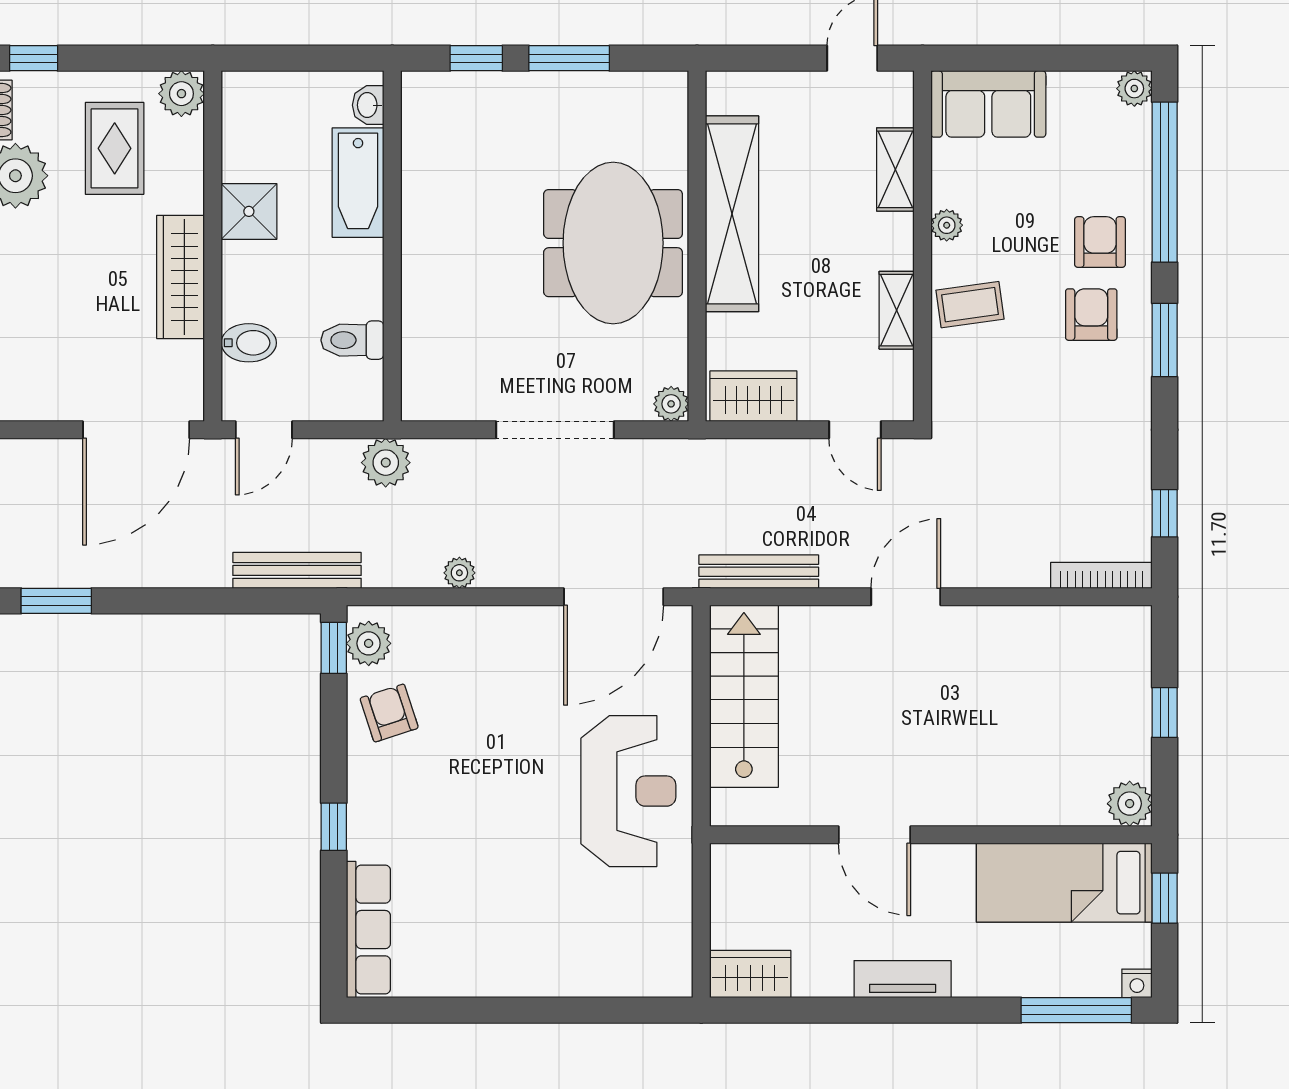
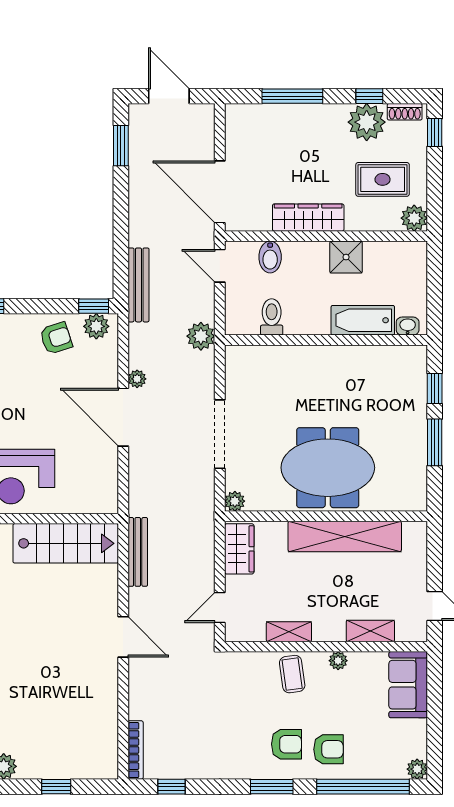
door: (614, 597) -> (123, 417), moved

